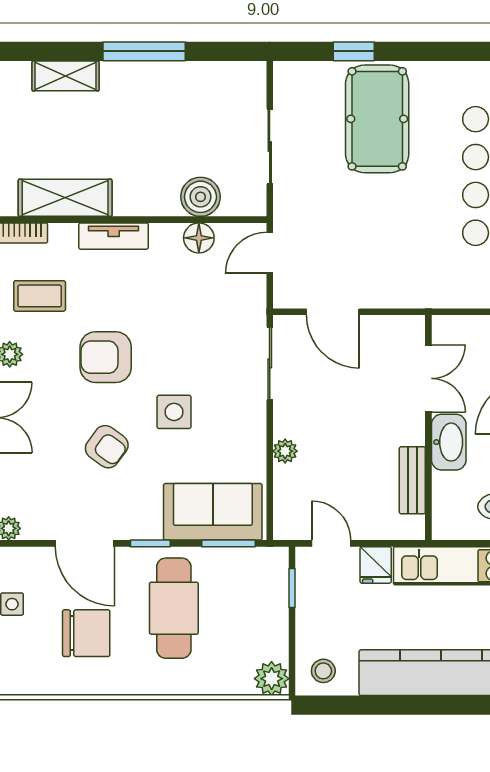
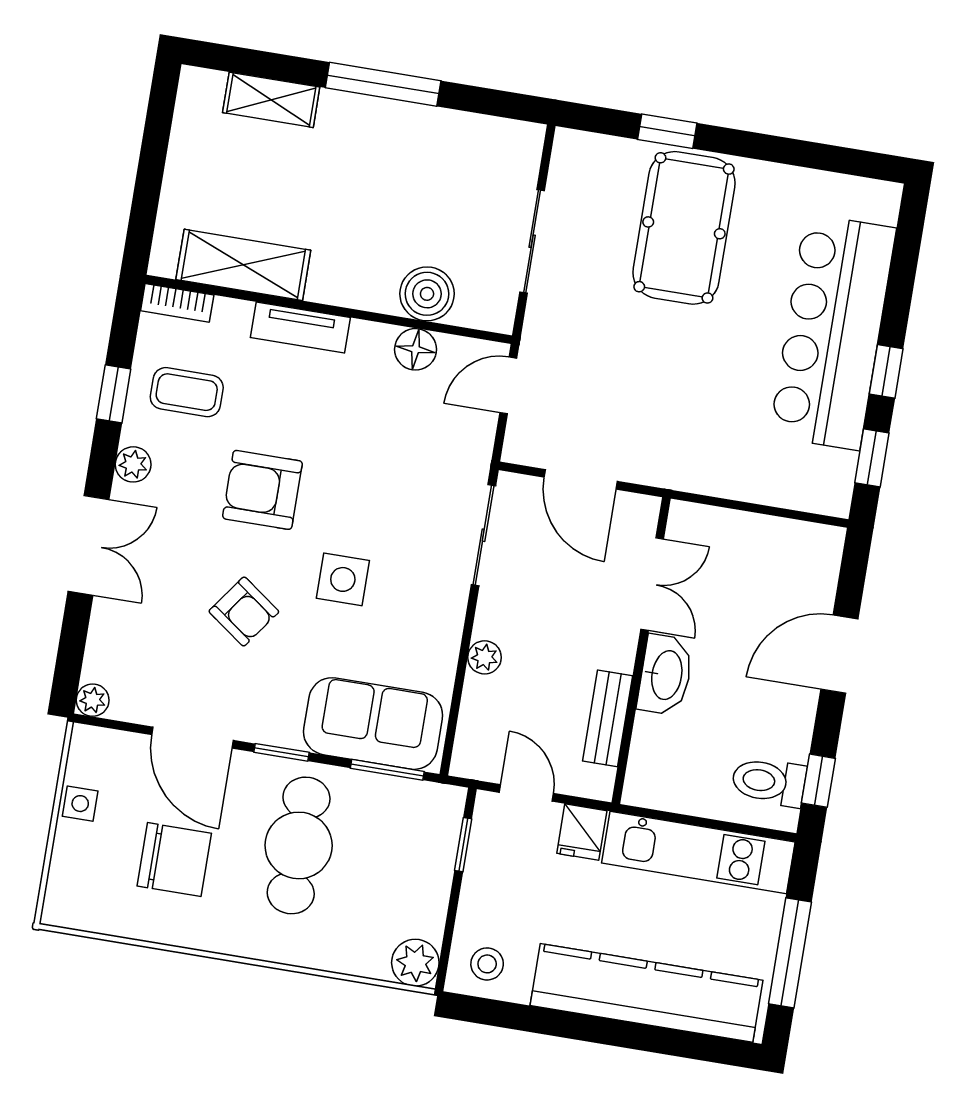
double door: (428, 378) -> (652, 584), moved
wall: (428, 428) -> (641, 651), moved
washbasin: (449, 442) -> (665, 675), moved
bench: (412, 480) -> (608, 718), moved

